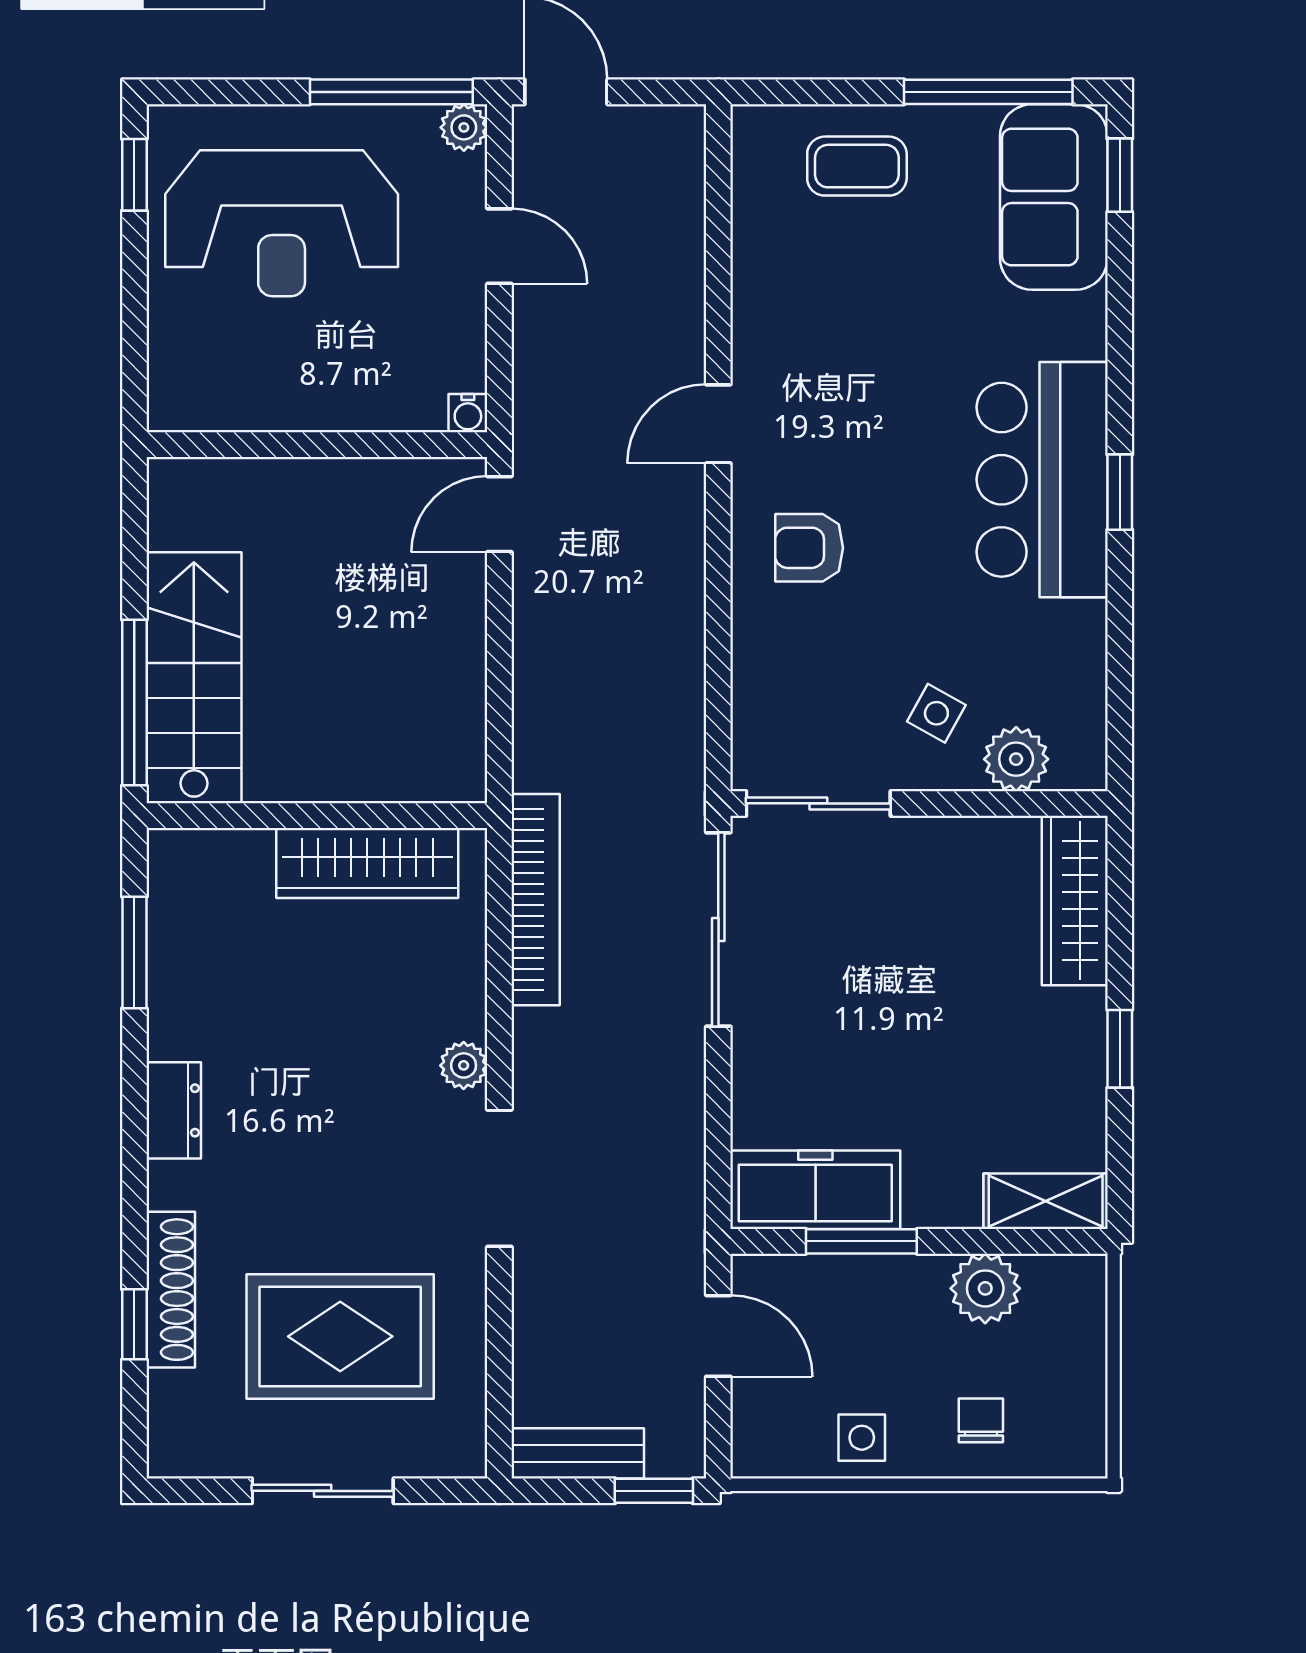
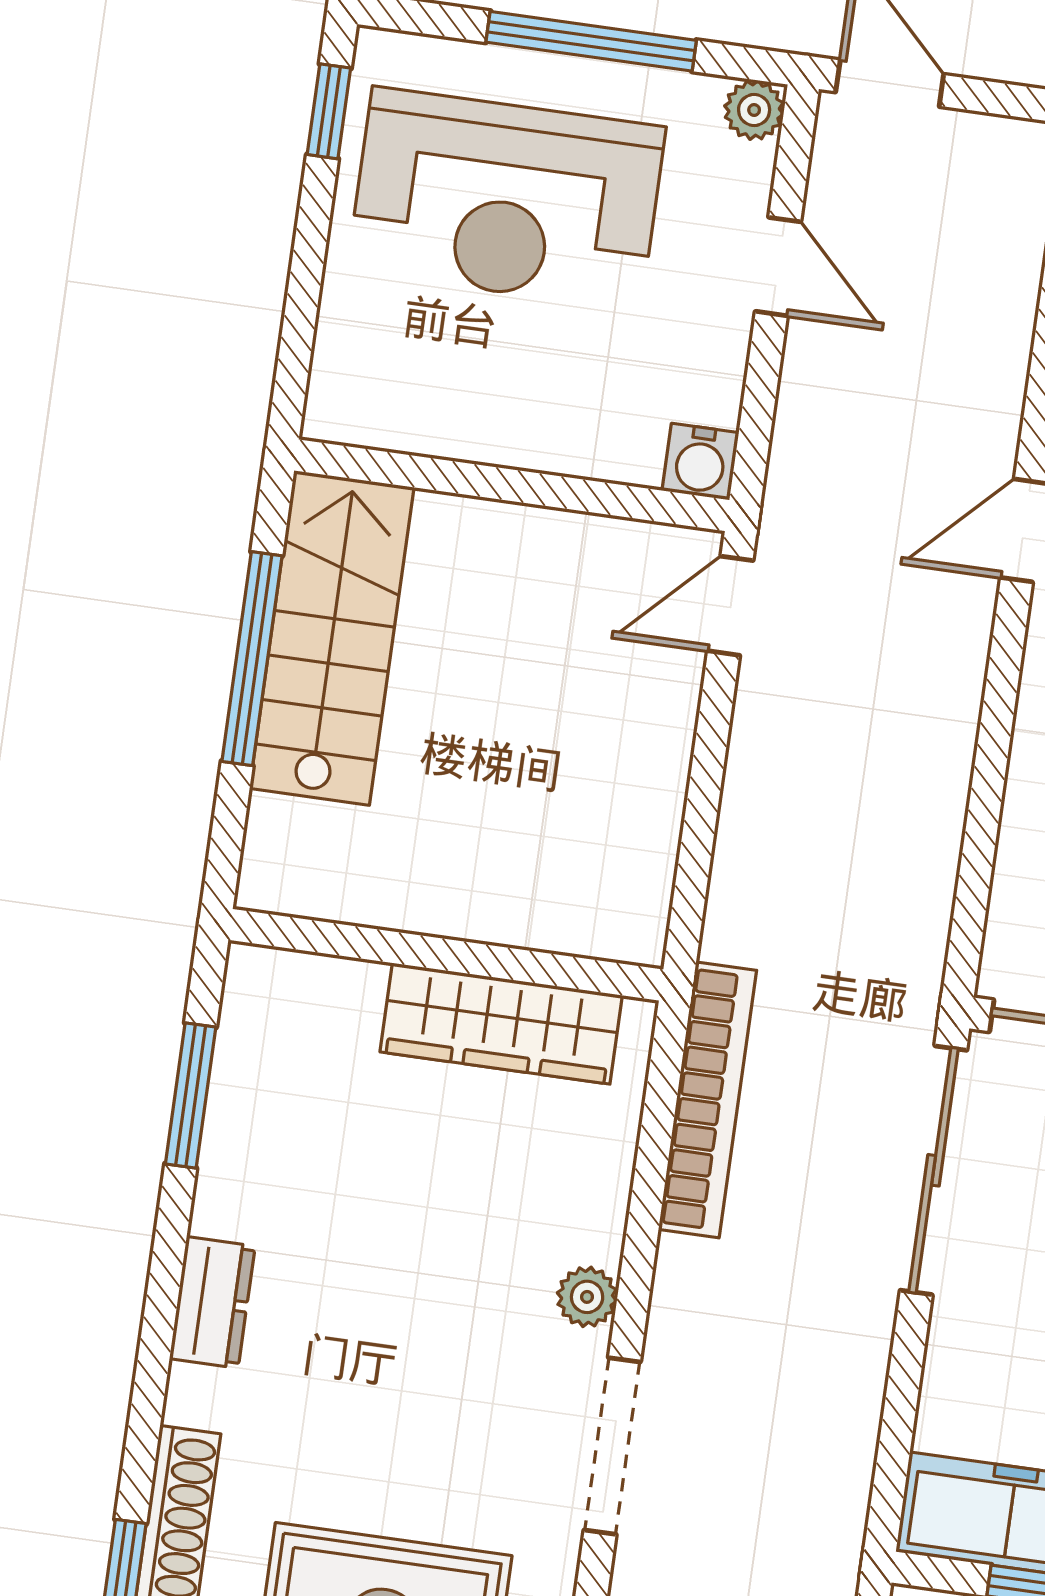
window: (391, 92) -> (591, 41), moved
water cooler: (468, 413) -> (700, 462), width x1.38, depth x1.38
stairs: (194, 678) -> (332, 638), moved
window: (134, 703) -> (252, 659), moved

